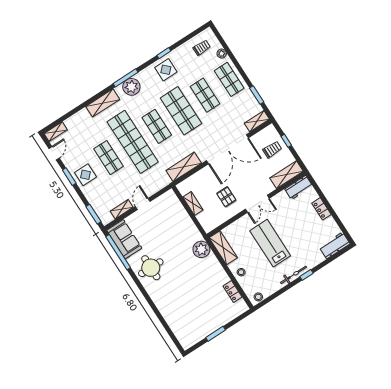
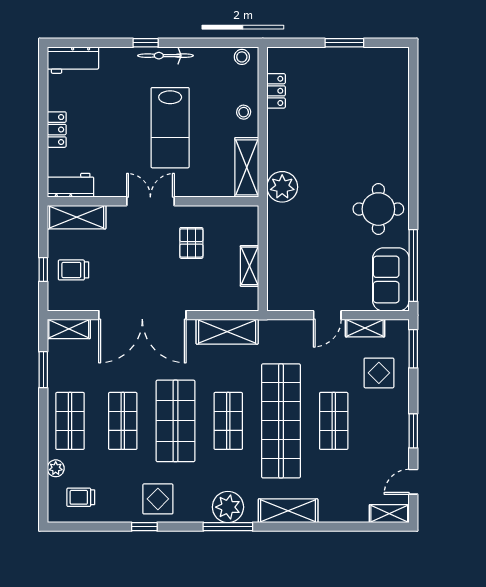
double door: (227, 149) -> (142, 315), swing flipped
display table: (86, 175) -> (379, 373), moved

